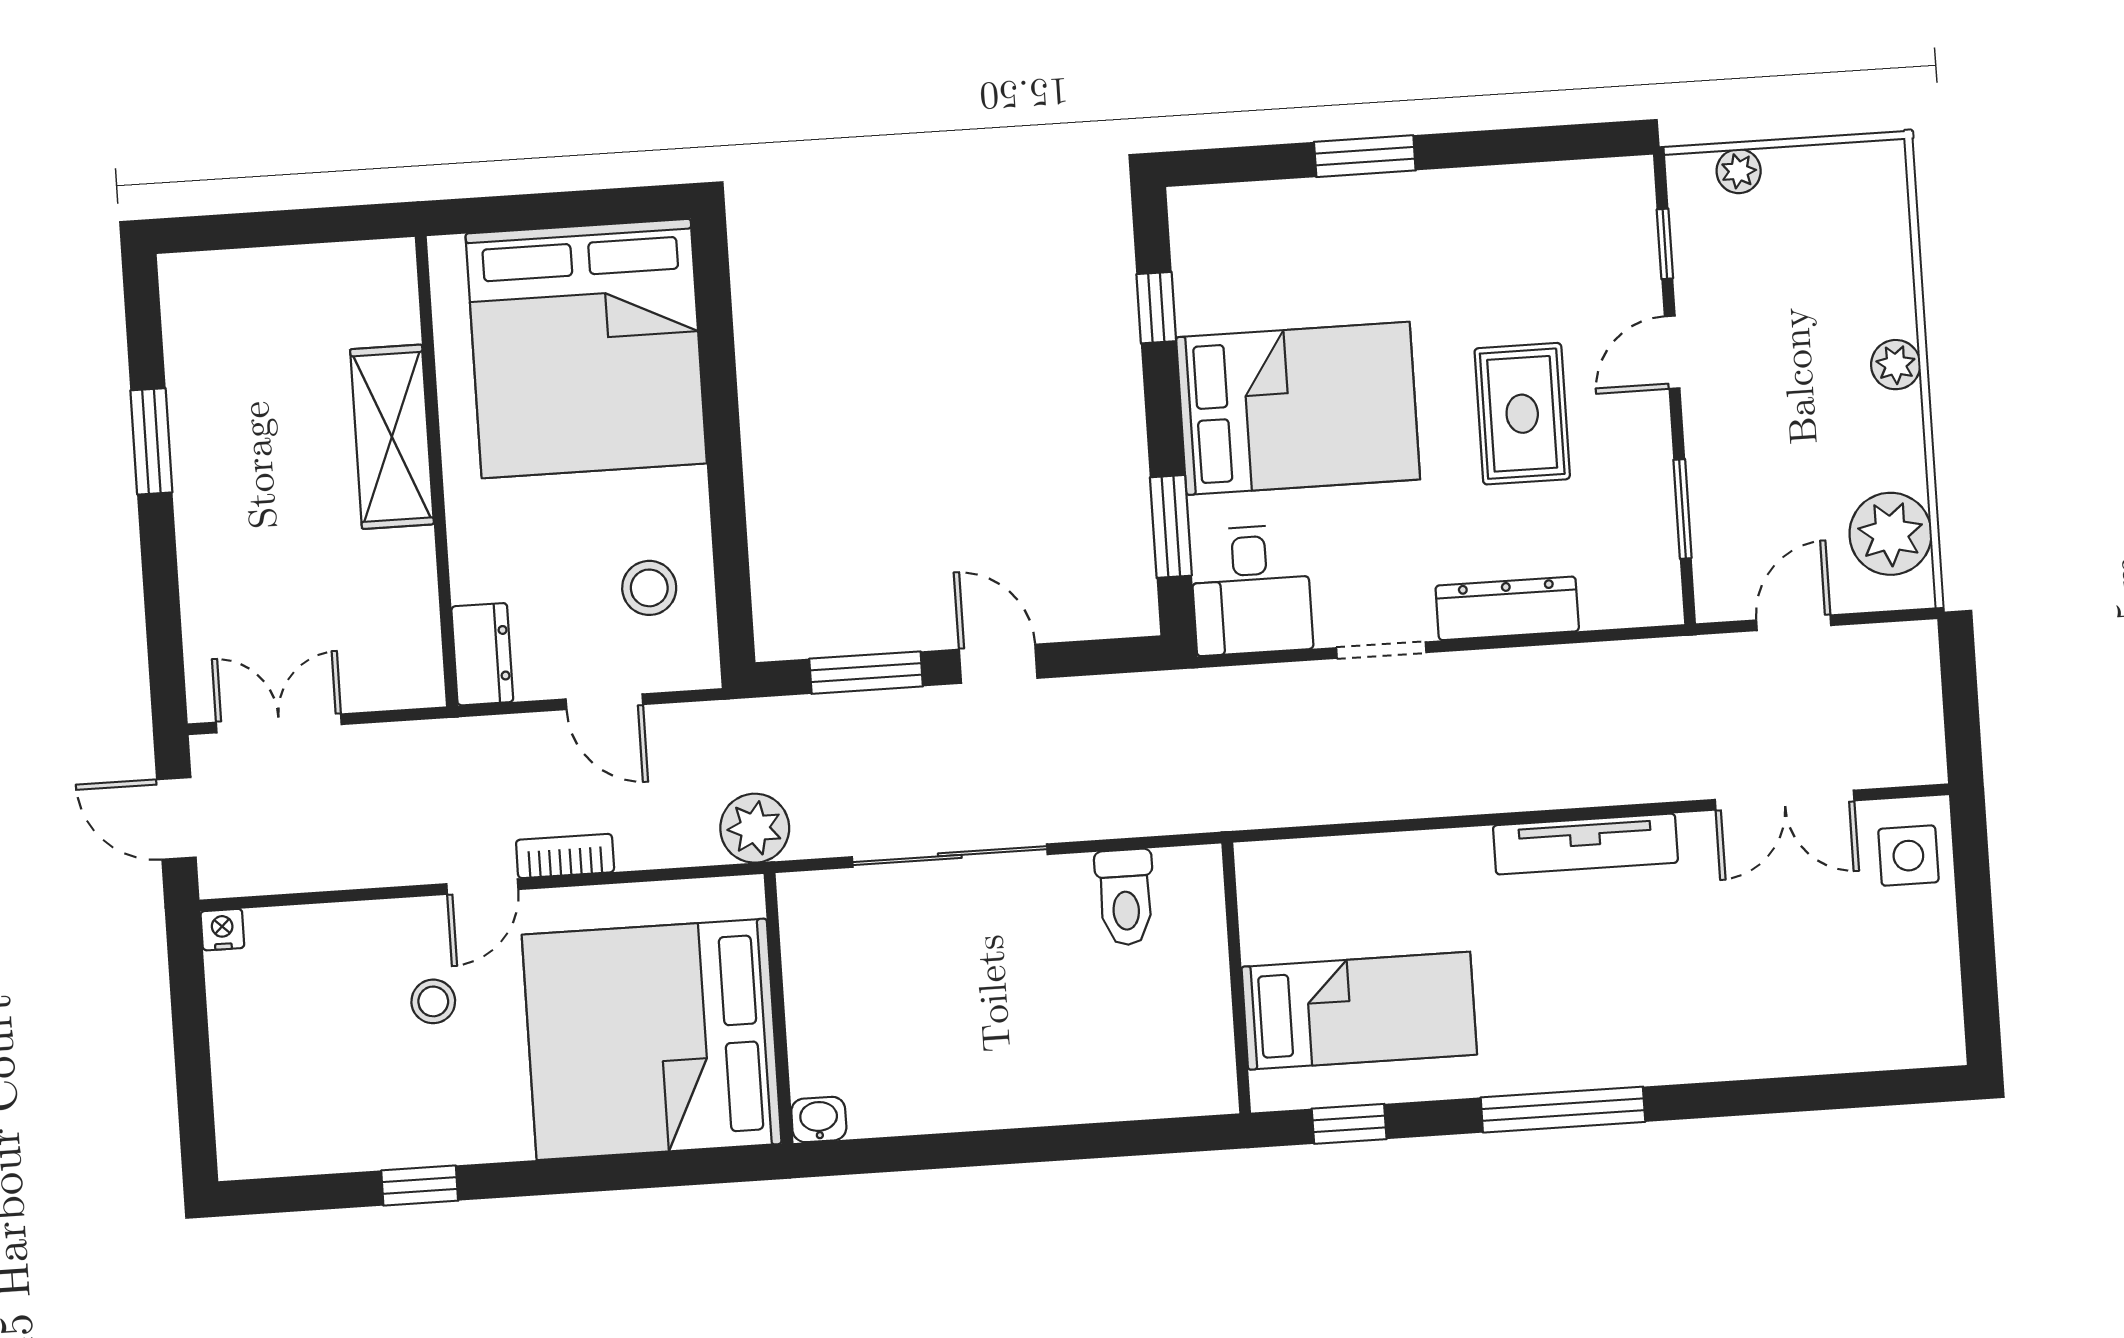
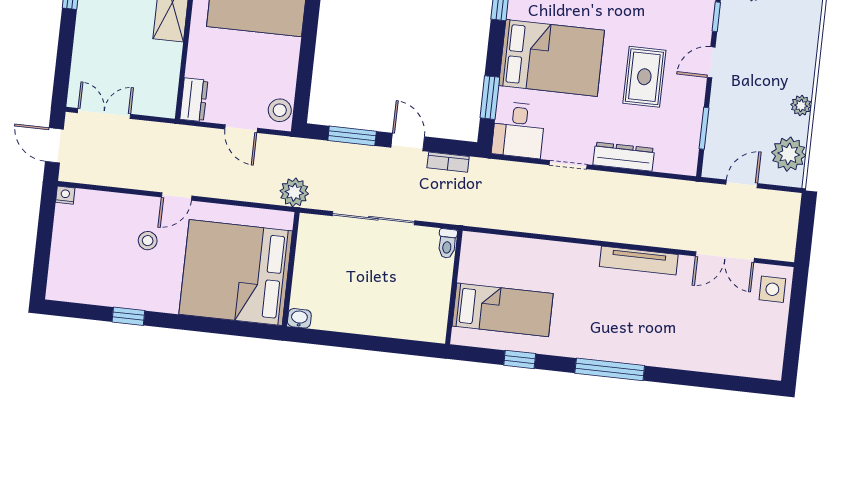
plant: (1896, 365) -> (801, 106), moved
stool: (649, 588) -> (280, 110), moved
bookcase: (565, 856) -> (448, 162), moved, turned 180
toilet: (1125, 897) -> (447, 243), width x0.73, depth x0.72
wall: (1236, 978) -> (454, 287), moved
bed: (1359, 1011) -> (503, 310), moved

